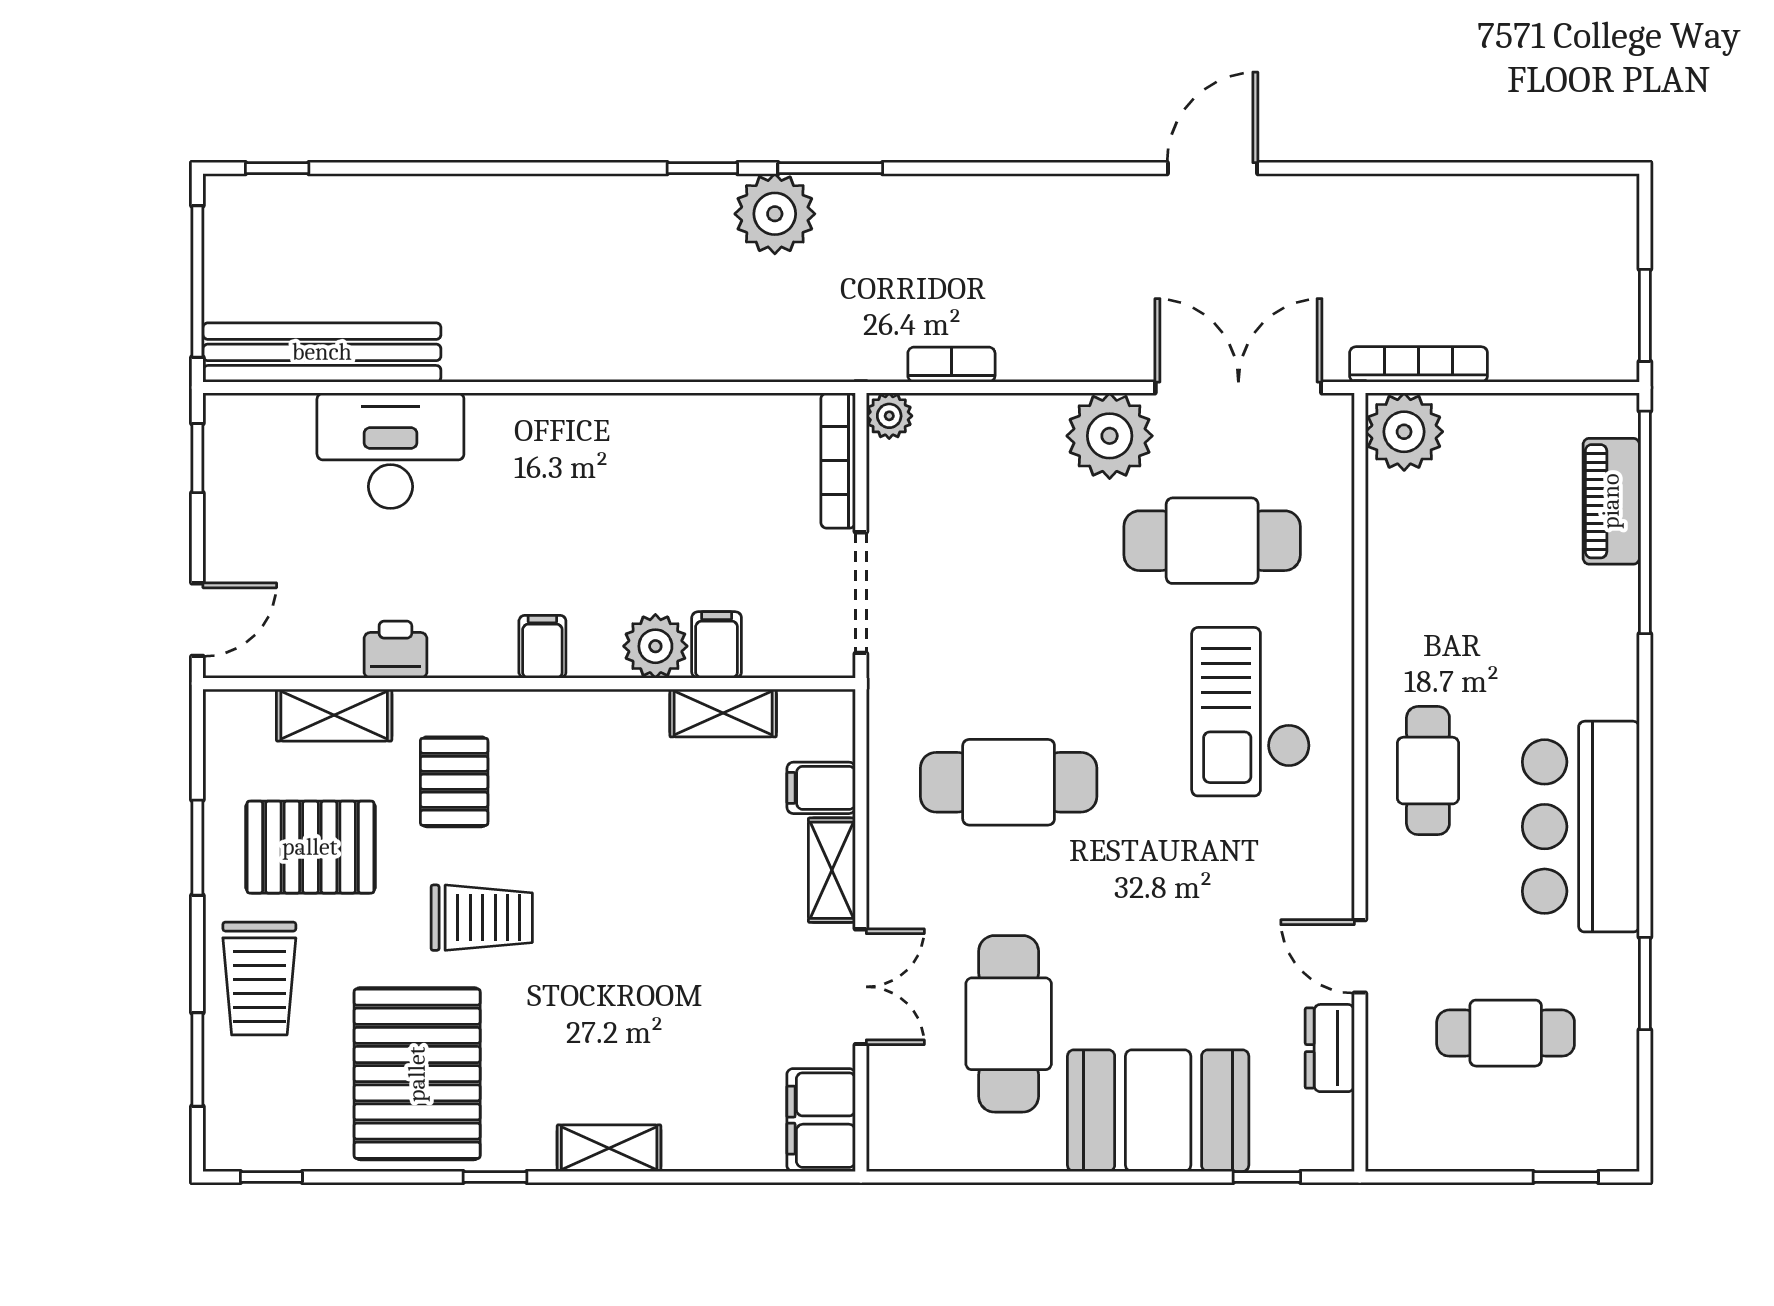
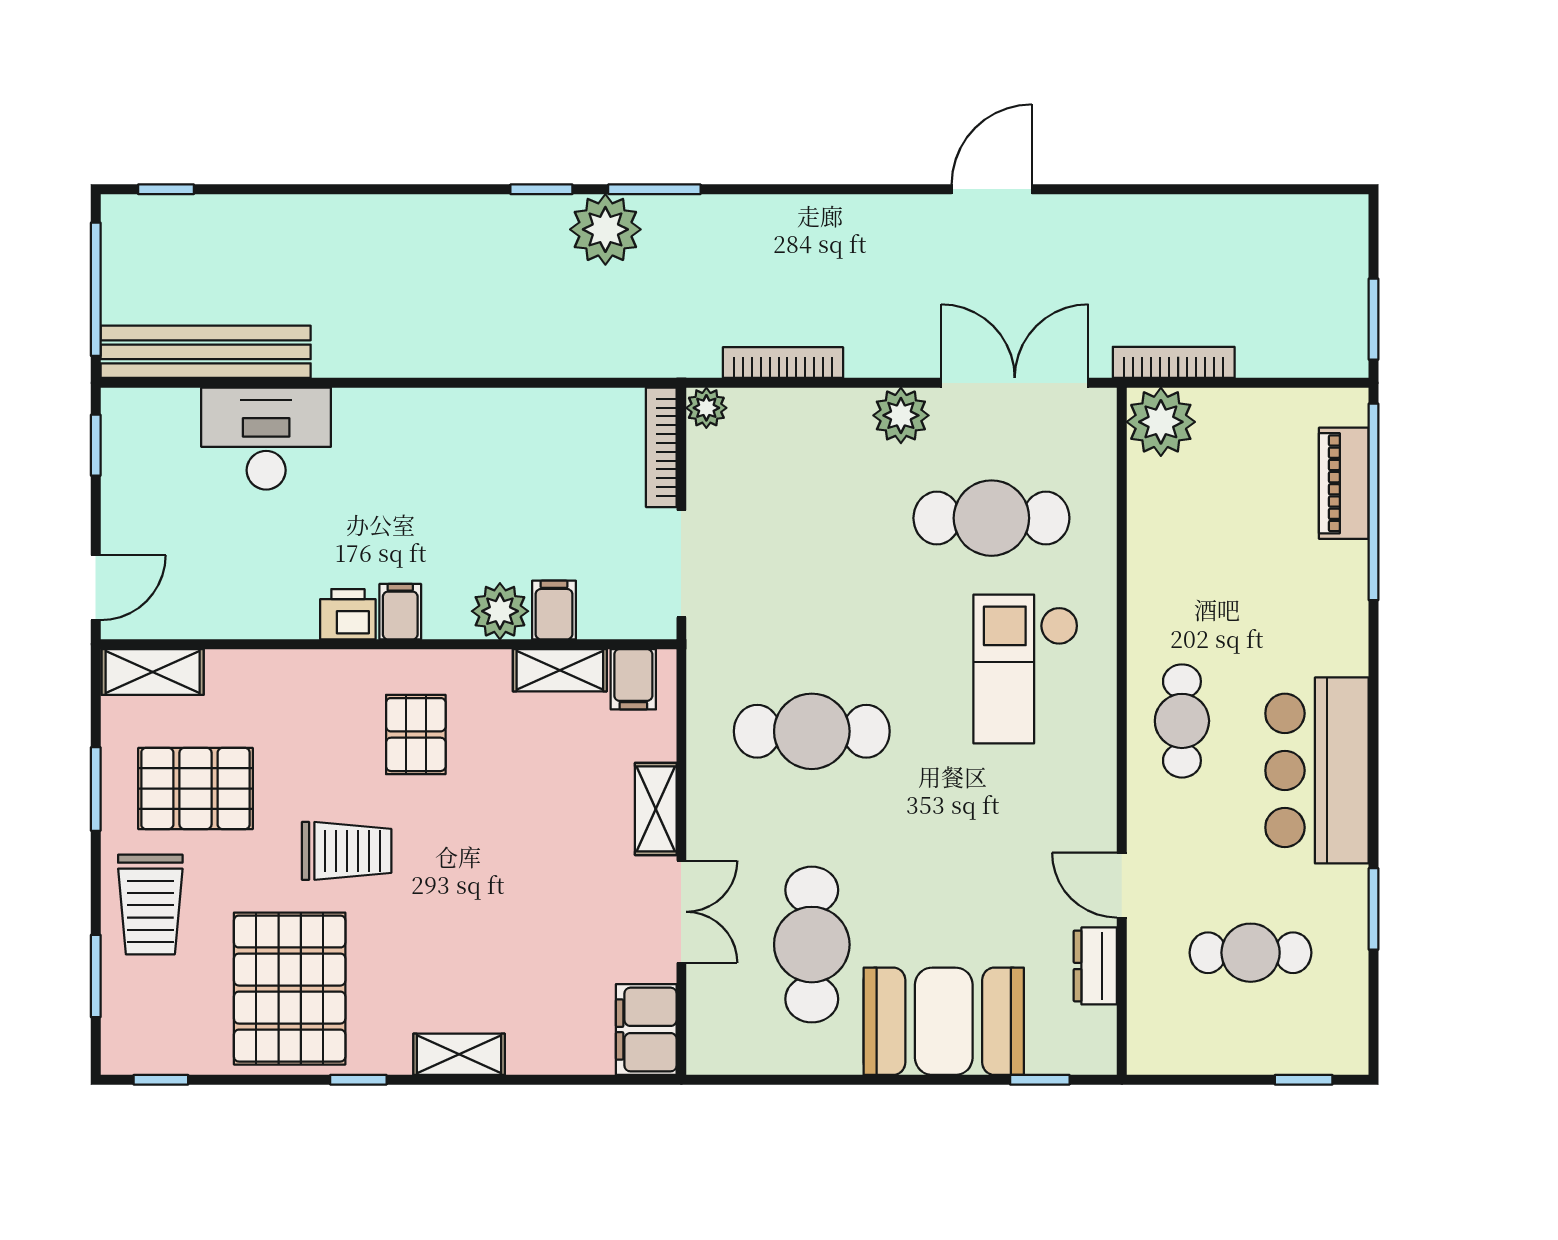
bookcase: (951, 365) -> (783, 363), width x1.56
plant: (1110, 436) -> (901, 415), width x0.73, depth x0.73
printer: (395, 650) -> (348, 614), moved
shelving: (334, 715) -> (153, 672), moved
pallet: (454, 782) -> (416, 735), moved
filing cabinet: (821, 788) -> (633, 679), moved, turned -90

